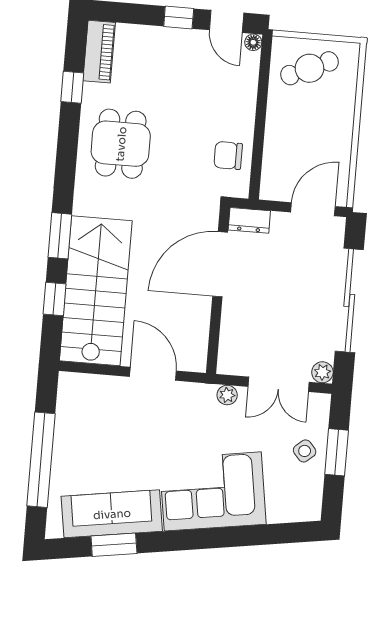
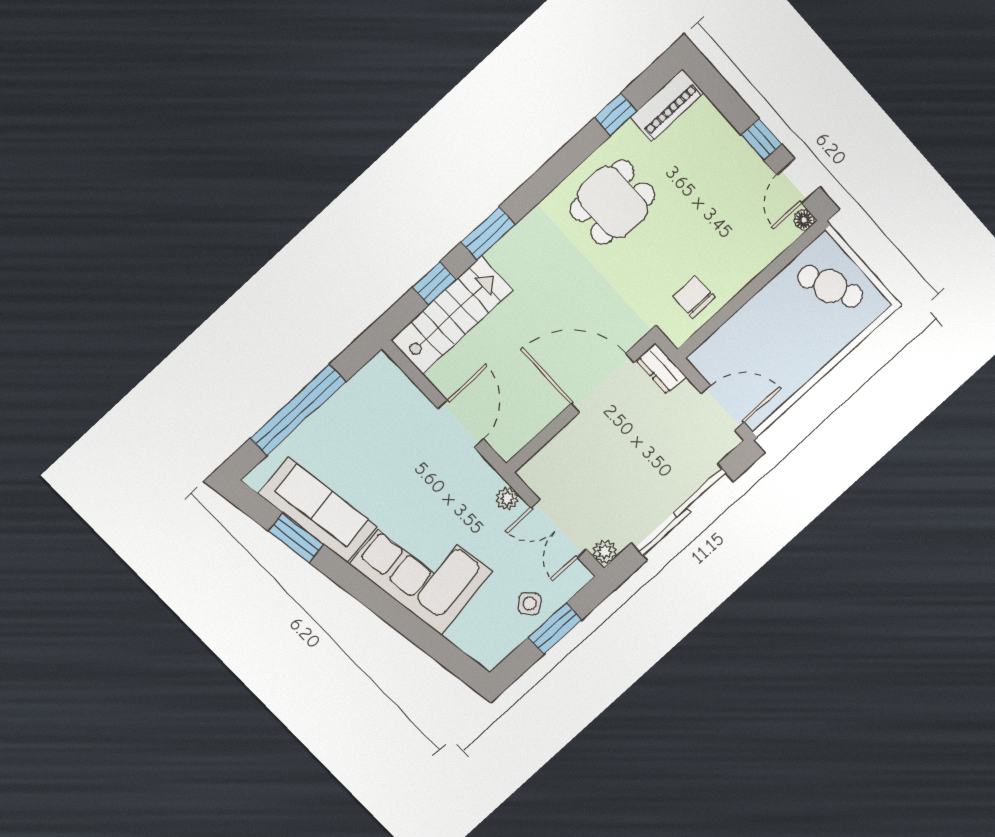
stairs: (96, 291) -> (452, 315), width x0.73, depth x0.66

